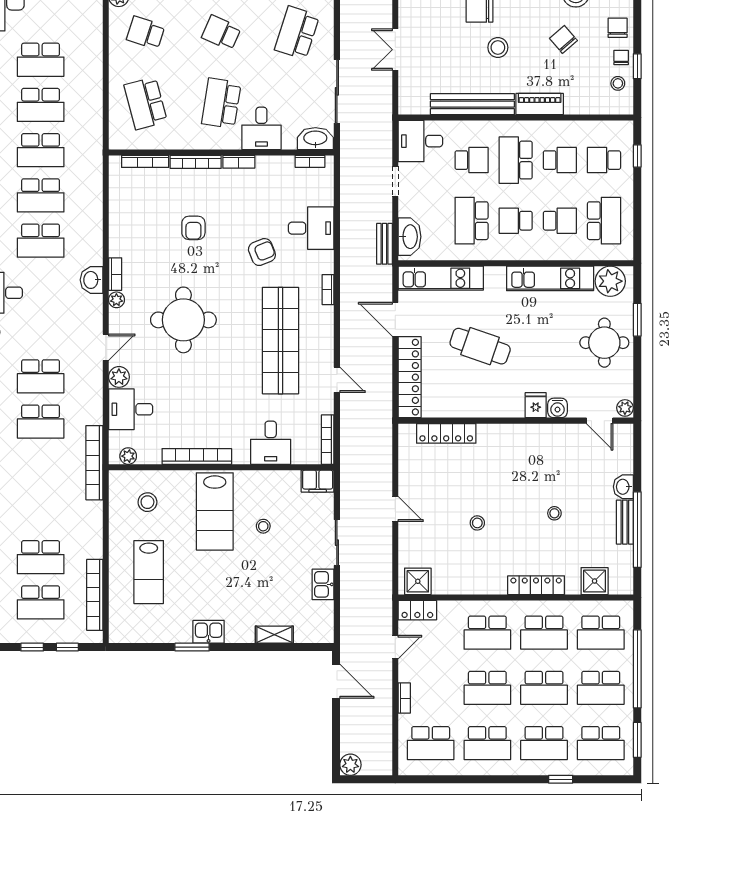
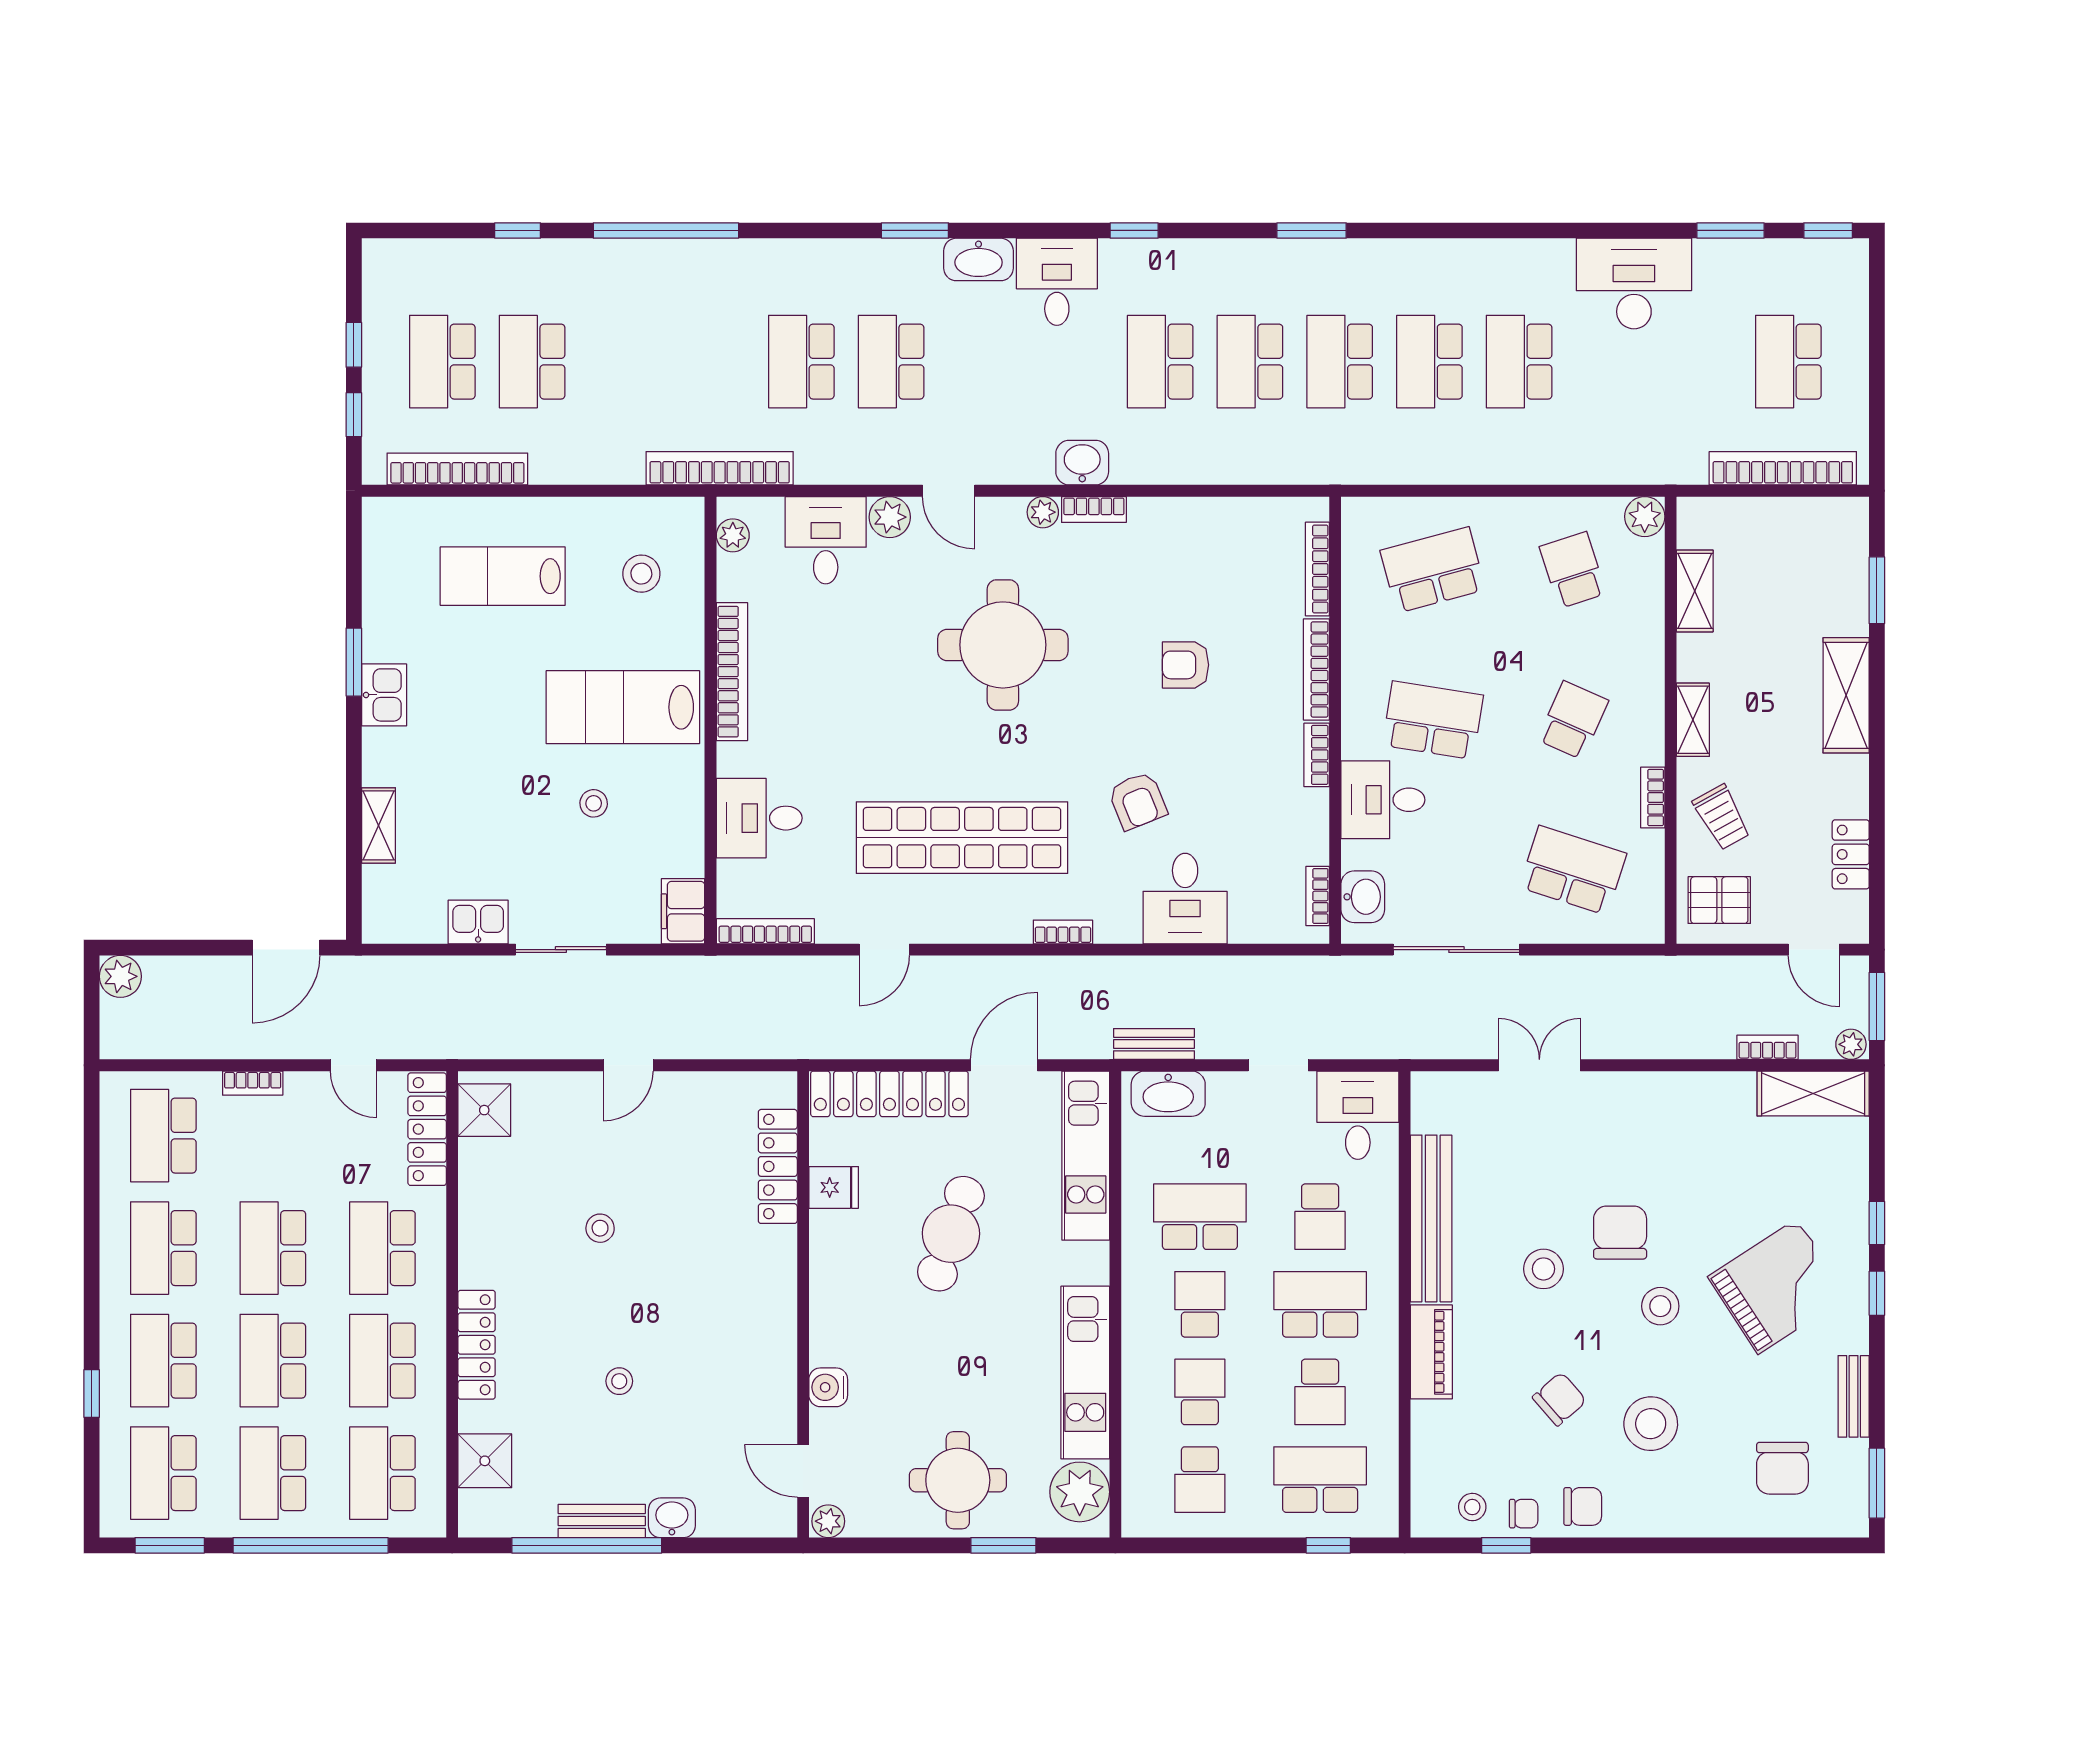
school desk: (146, 33) -> (1573, 570), turned -36
washbasin: (315, 139) -> (1363, 897), width x0.72
school desk: (604, 160) -> (1320, 1480), width x1.85
school desk: (560, 221) -> (1200, 1392), turned 180
school desk: (604, 221) -> (1200, 1480), width x0.54
fridge: (536, 405) -> (834, 1187), moved
door: (600, 421) -> (803, 1471), hinge flipped
locker: (417, 610) -> (427, 1129), width x1.53

